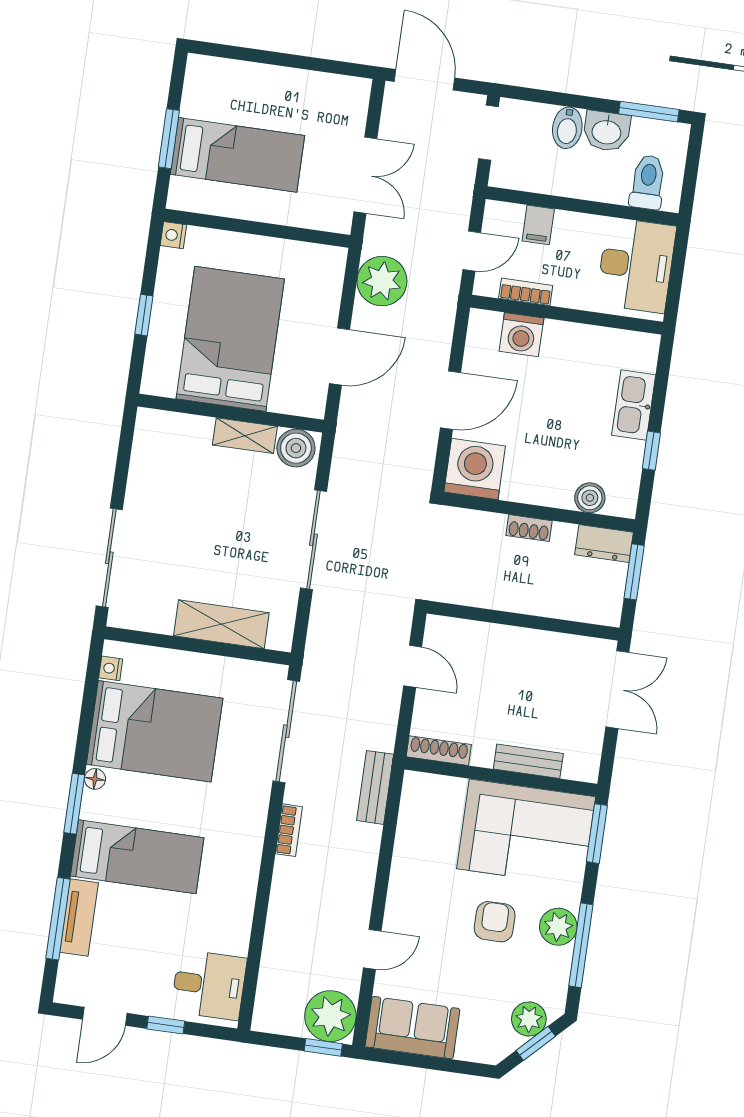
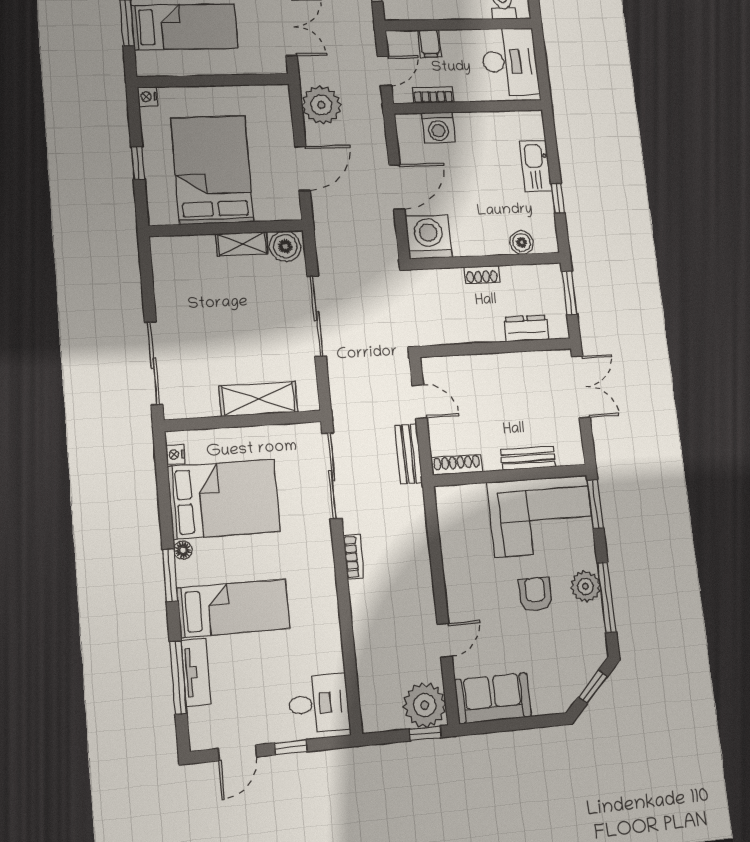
dresser: (604, 544) -> (526, 328), moved, turned 180
bench: (375, 787) -> (409, 454), moved
plant: (529, 1019) -> (582, 668), removed

